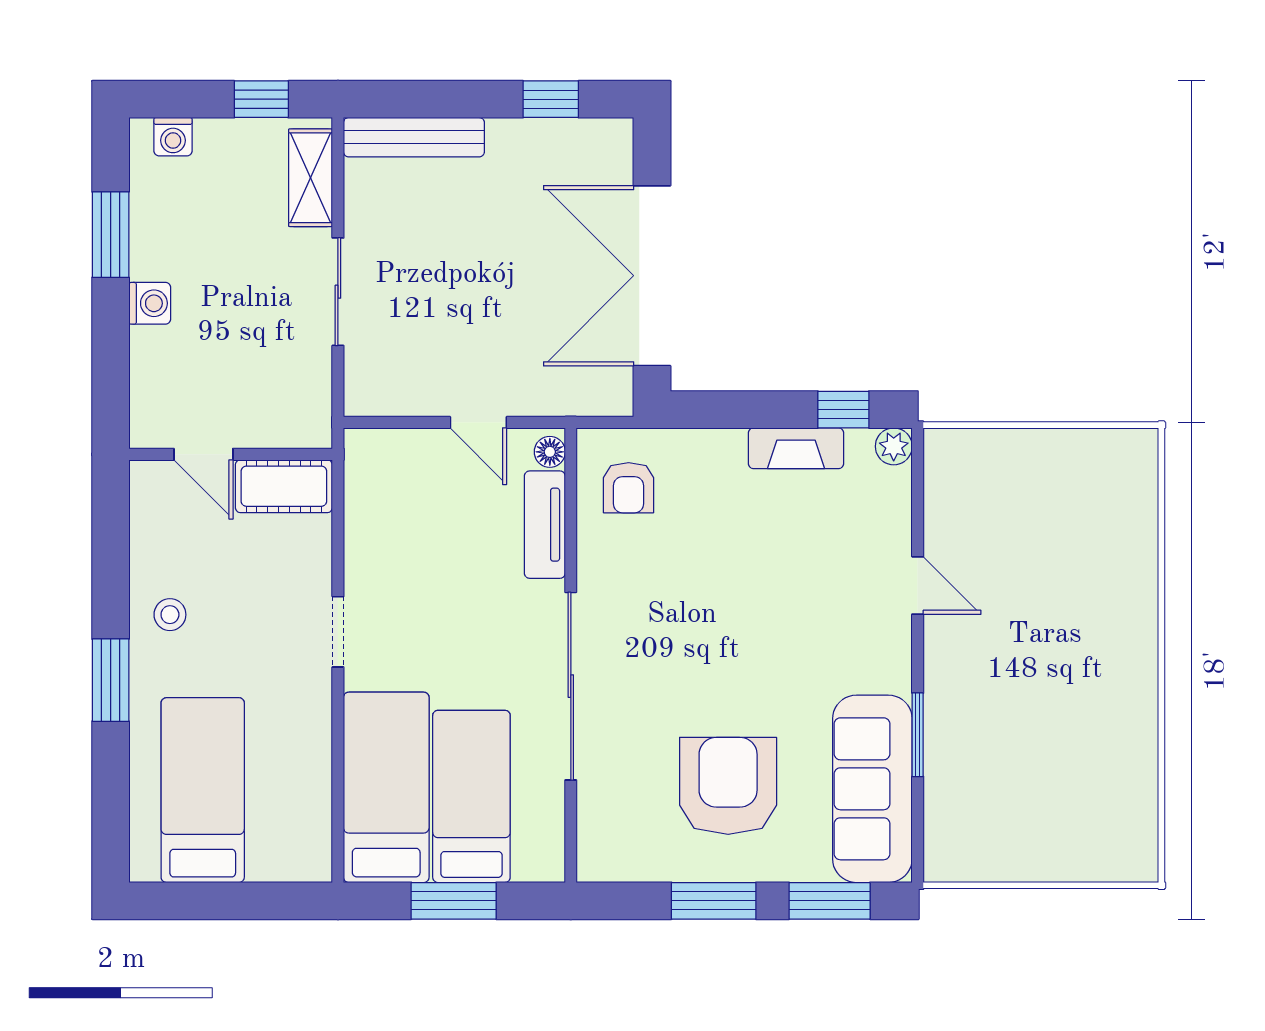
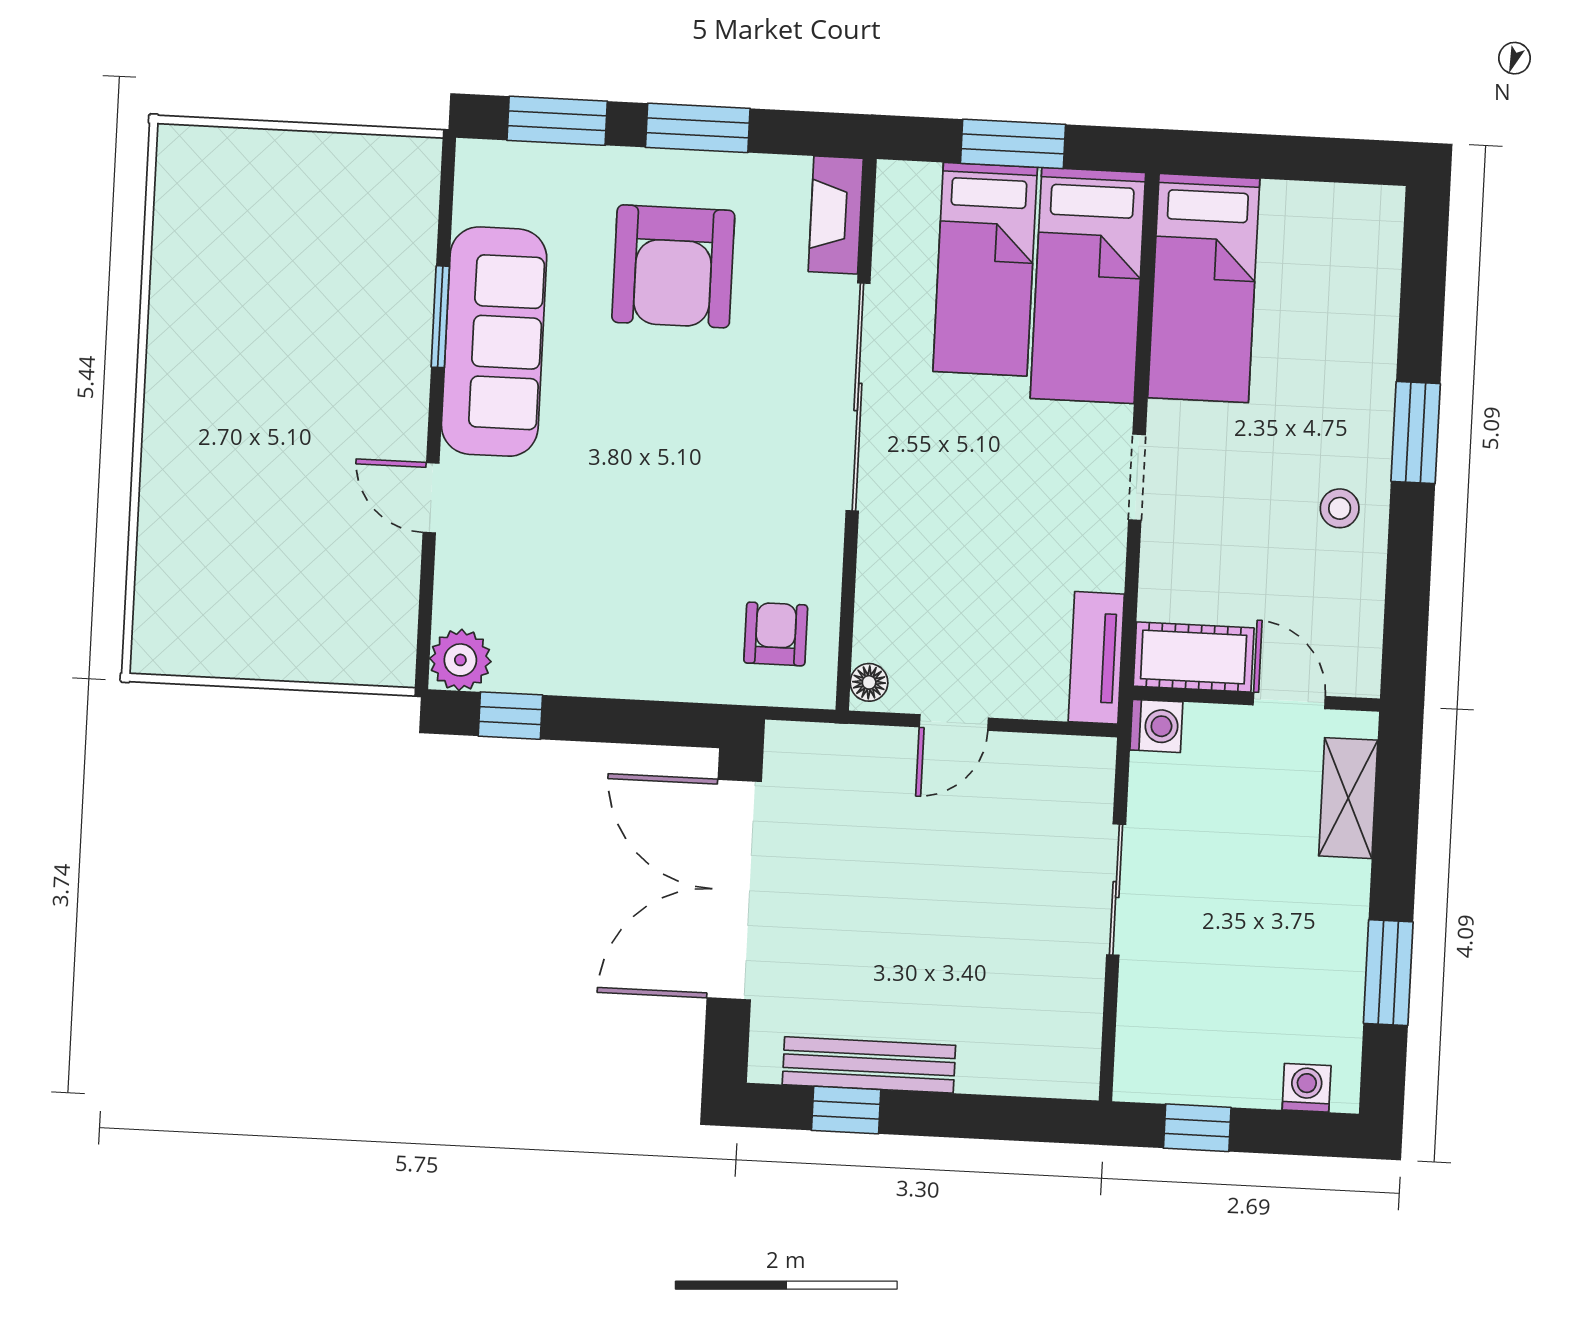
bench: (414, 137) -> (869, 1065), moved
shelving: (310, 178) -> (1348, 798), moved
double door: (652, 276) -> (734, 890), swing flipped
washing machine: (150, 303) -> (1156, 726), moved, turned 180
door: (478, 422) -> (954, 722), swing flipped
plant: (894, 446) -> (460, 660), width x1.38, depth x1.38
fireplace: (796, 448) -> (836, 215), moved, turned -90
tv unit: (545, 525) -> (1096, 658), moved, turned 180
sofa: (872, 789) -> (494, 342), moved
bed: (203, 790) -> (1204, 288), moved

